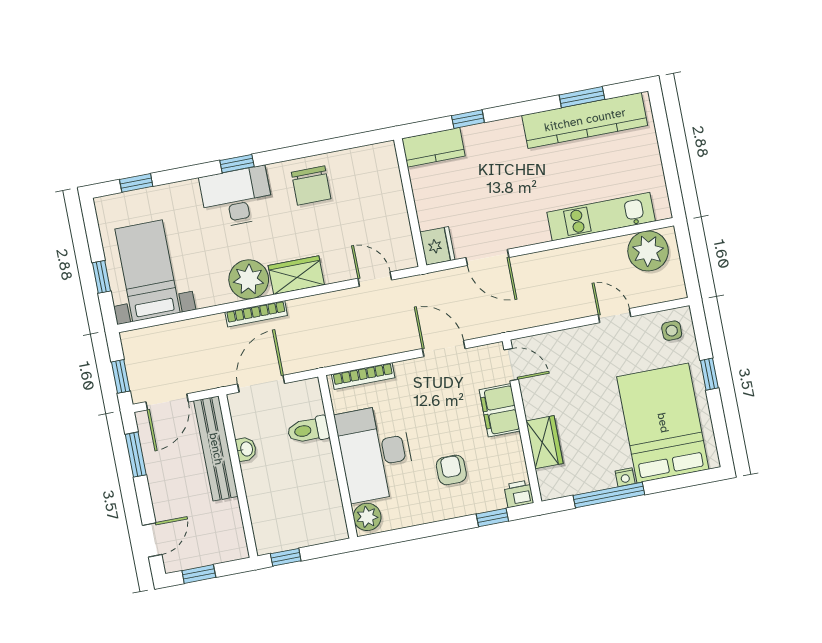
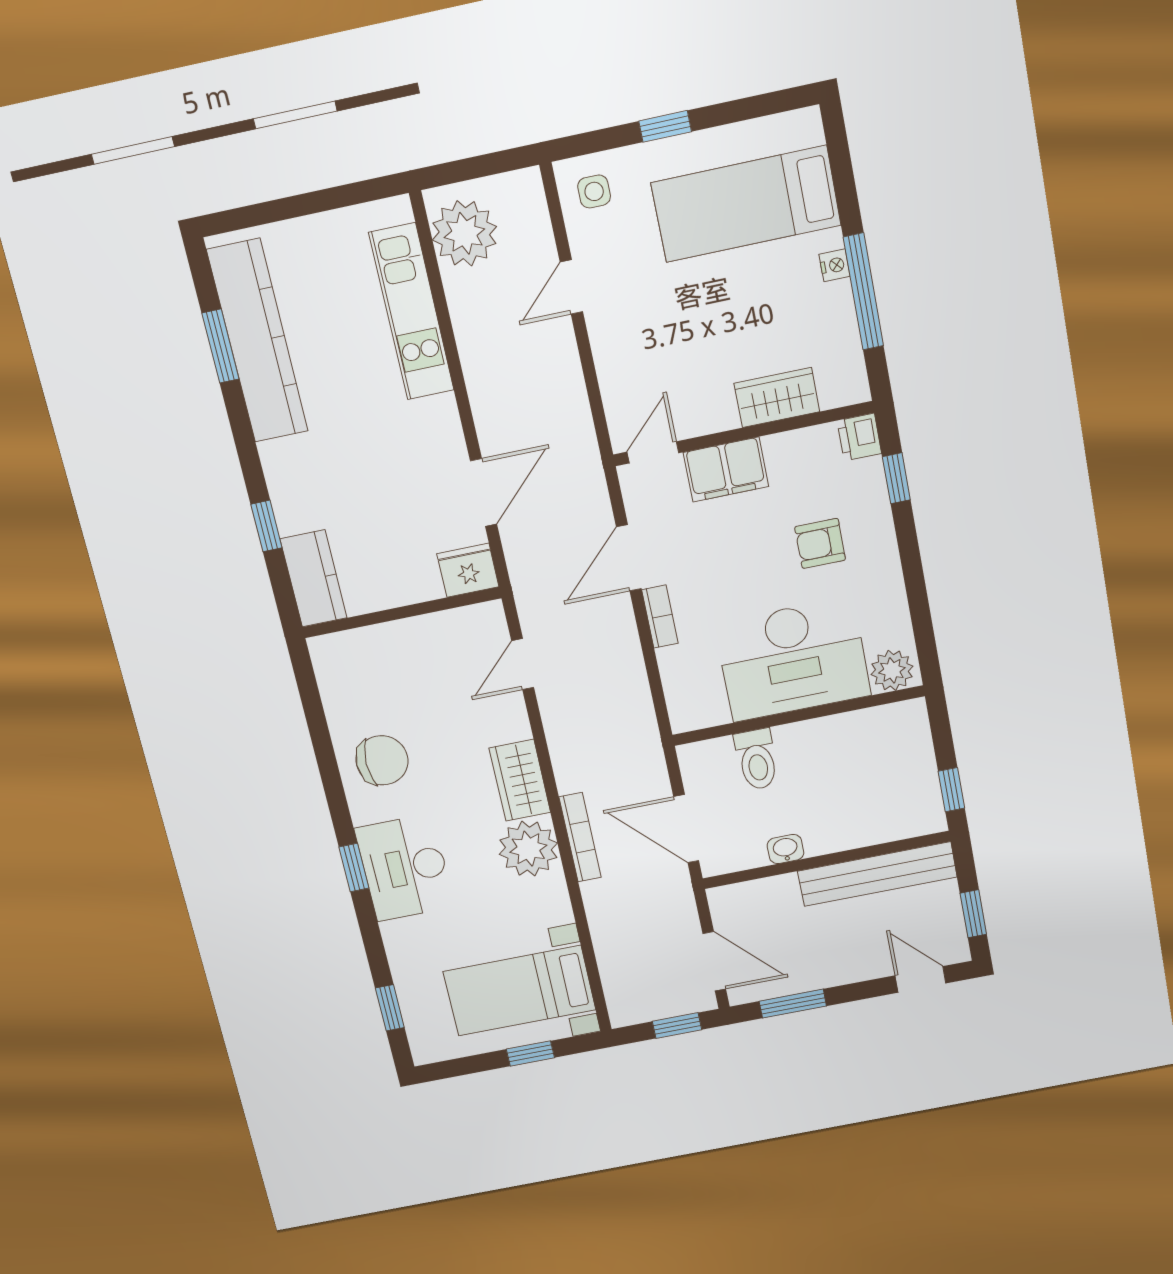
bookcase: (363, 376) -> (660, 617), moved, width x0.64
bed: (663, 423) -> (746, 204), width x0.67
bench: (216, 449) -> (877, 874), moved

